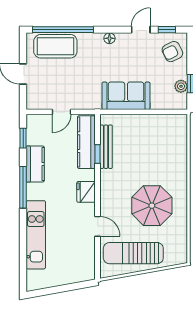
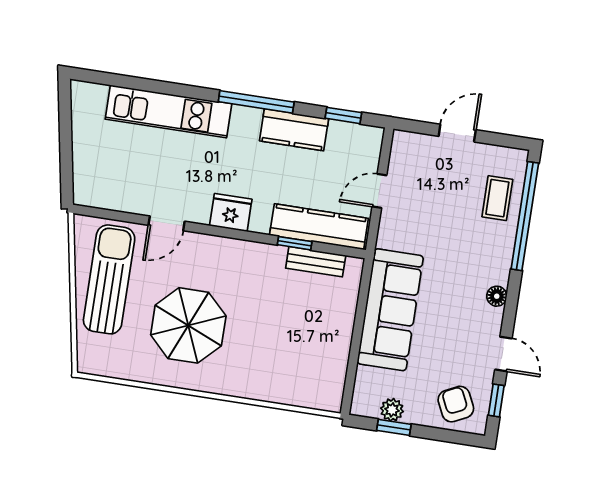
coffee table: (55, 46) -> (497, 198), width x0.54, depth x0.58
sofa: (126, 96) -> (390, 310), width x1.36
door: (62, 112) -> (379, 191), hinge flipped
bench: (106, 147) -> (316, 262), width x0.73

